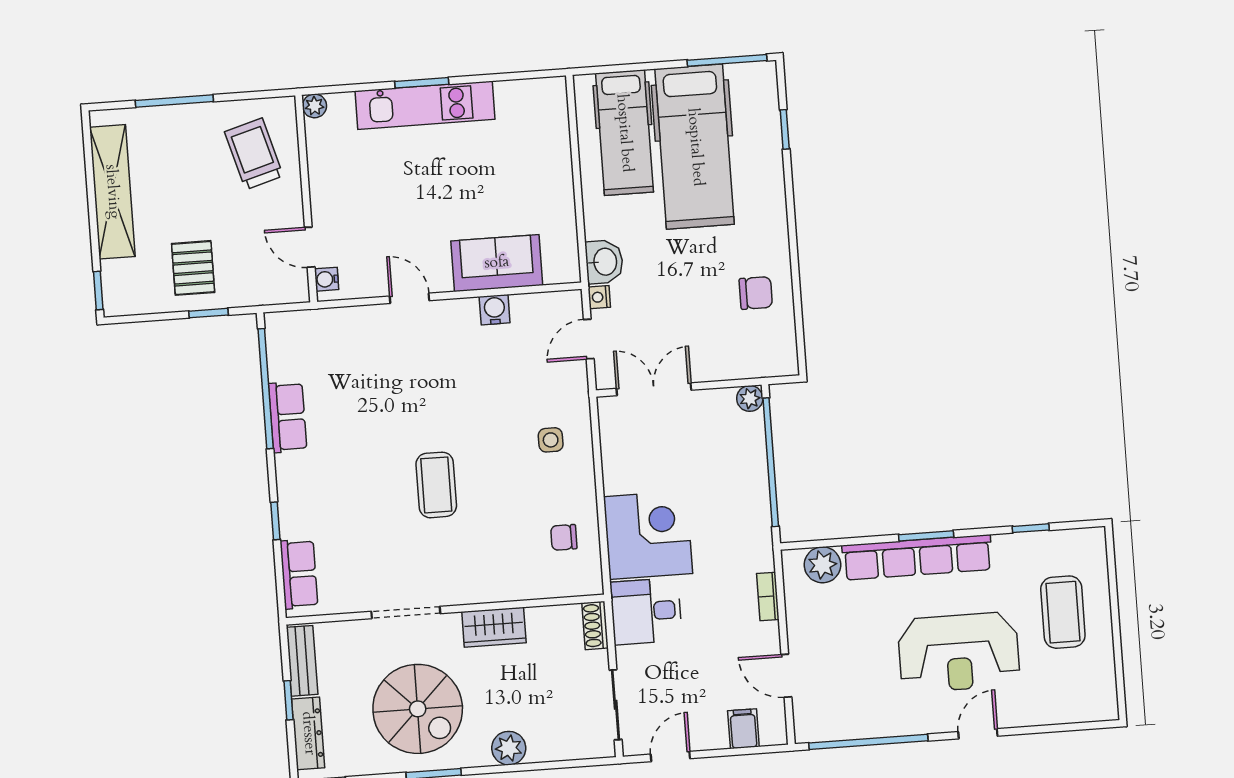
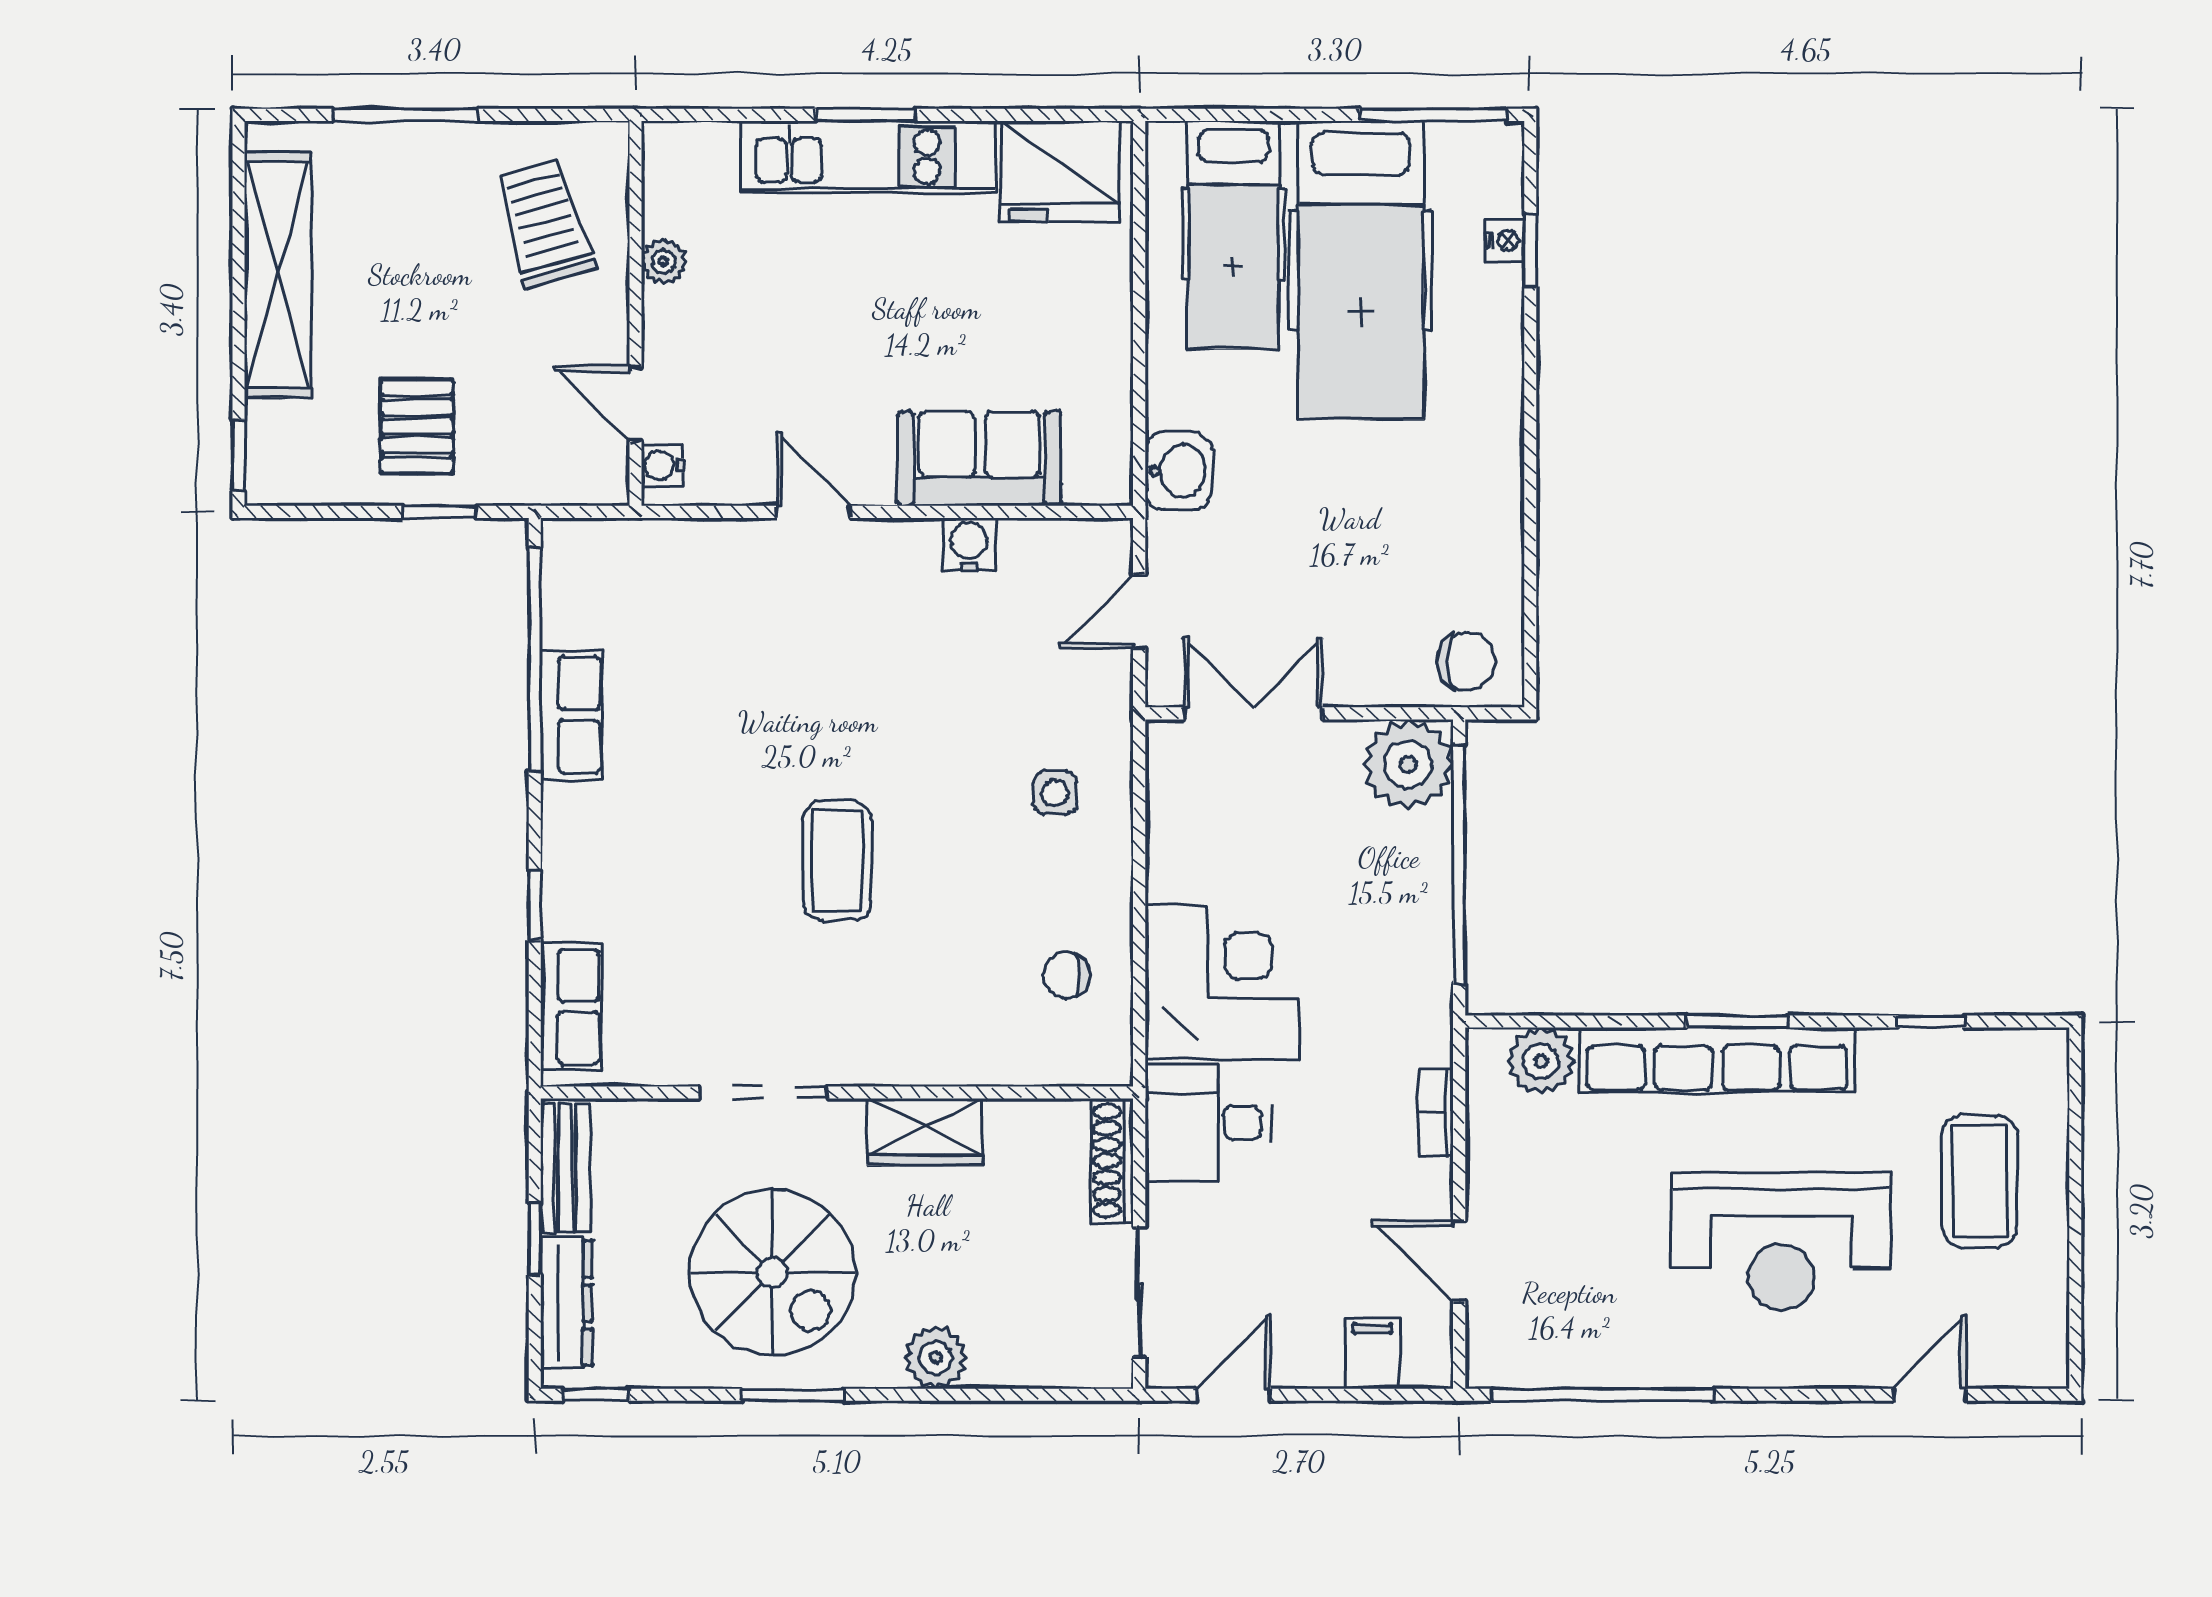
fridge: (529, 105) -> (1060, 171), added
plant: (314, 106) -> (664, 262), moved
chair: (756, 293) -> (1466, 661), moved
nightstand: (599, 297) -> (1505, 240), moved, turned 180
plant: (750, 398) -> (1408, 764), width x1.88, depth x1.88
shoe rack: (595, 625) -> (1112, 1161), width x1.43
door: (978, 734) -> (1929, 1395), moved

